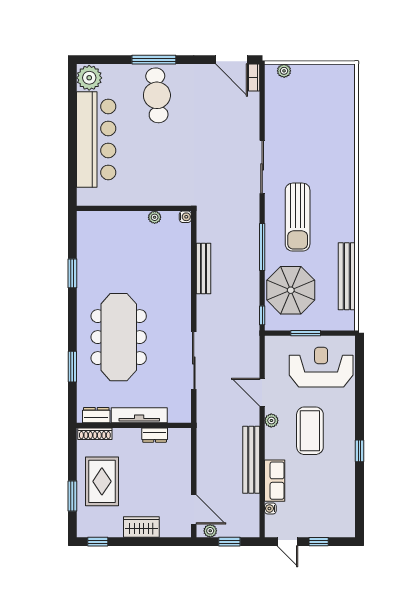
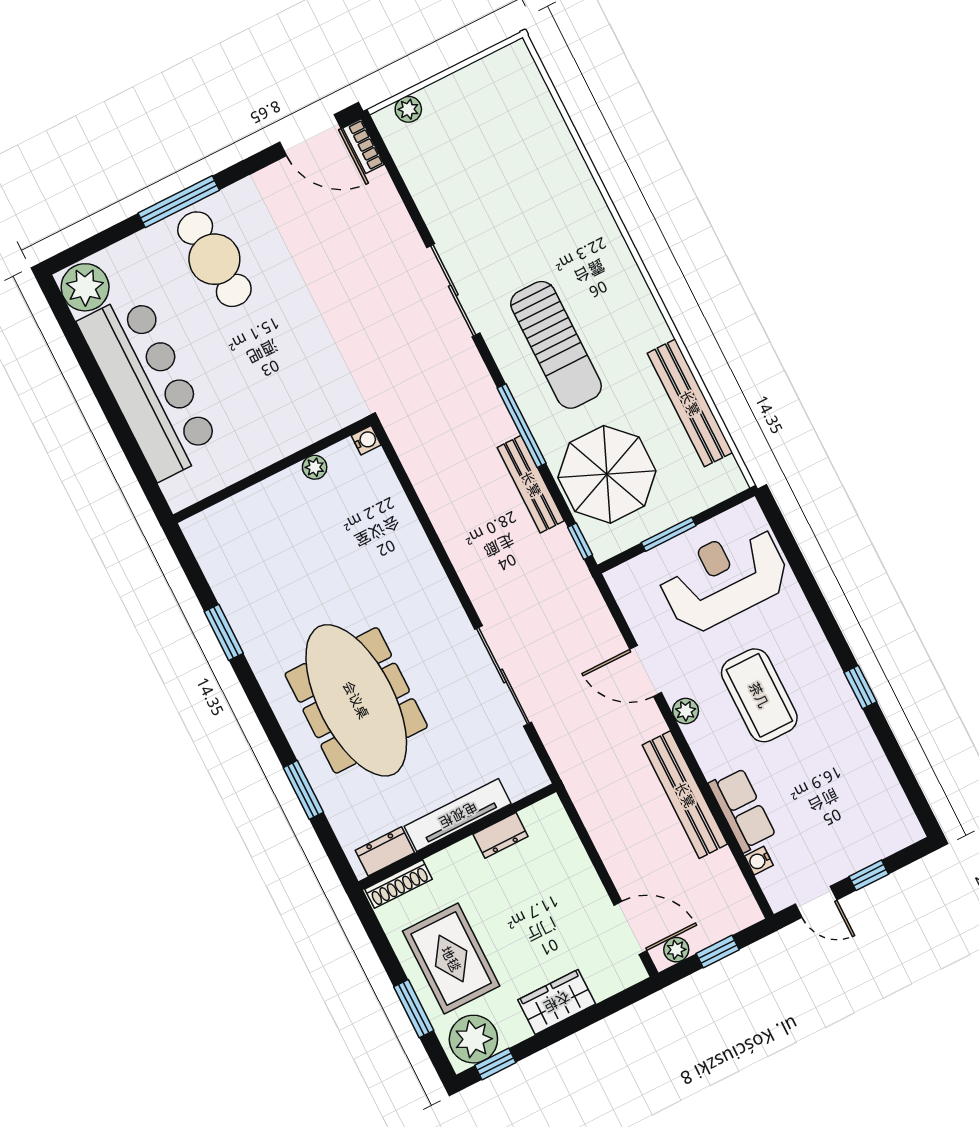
bench: (203, 268) -> (531, 484), moved
plant: (93, 525) -> (473, 1039), added

